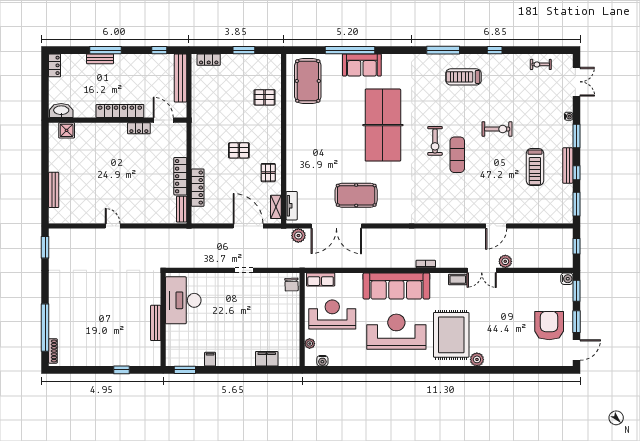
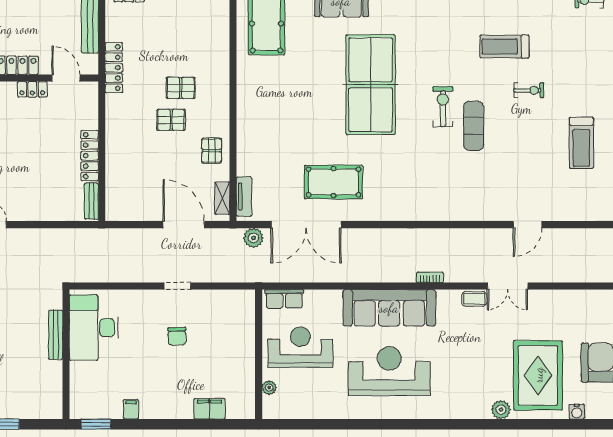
treadmill: (463, 77) -> (504, 47), moved
pallet: (265, 97) -> (181, 88), moved
exercise bike: (497, 129) -> (529, 90), width x0.73, depth x0.72
exercise bike: (435, 141) -> (443, 107), turned 180
locker: (198, 188) -> (114, 68), moved
plant: (505, 261) -> (540, 274), removed
chair: (292, 285) -> (177, 336), moved
bench: (156, 323) -> (56, 335), moved
rug: (451, 335) -> (538, 375), moved
water cooler: (322, 361) -> (577, 412), moved

